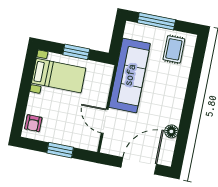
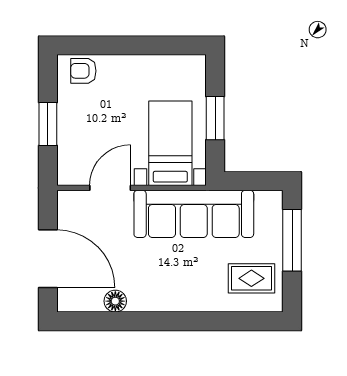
bed with nightstands: (59, 76) -> (170, 143), moved, turned 180

